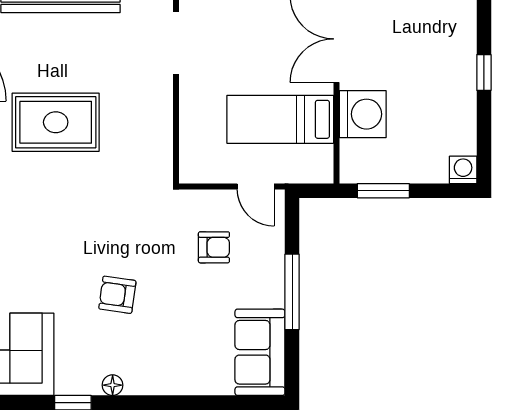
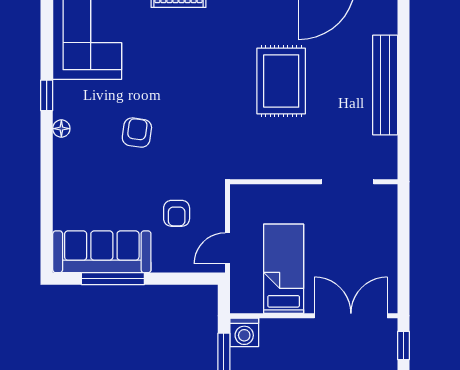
washing machine: (363, 114) -> (244, 332), moved, width x0.73, depth x0.73
window: (292, 292) -> (113, 279), moved
sofa: (260, 352) -> (102, 252), width x1.36

